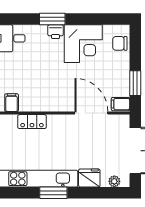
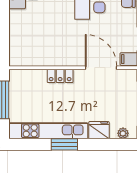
filing cabinet: (12, 103) -> (24, 58), removed
locker: (32, 122) -> (60, 76), moved

